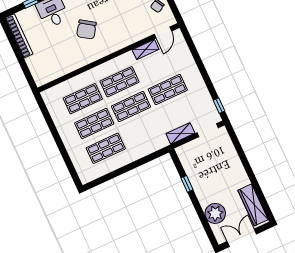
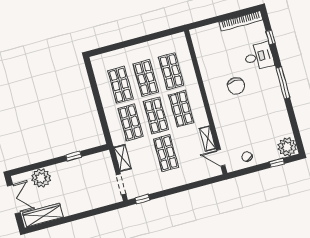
chair: (86, 29) -> (236, 86), turned -124
shop shelf: (142, 131) -> (131, 122), added

